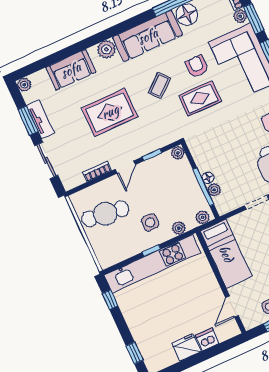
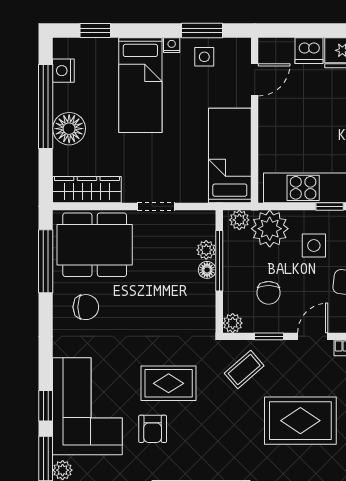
coffee table: (159, 86) -> (244, 369), moved
chair: (164, 181) -> (269, 293), added
plant: (179, 228) -> (270, 229), width x1.88, depth x1.88

